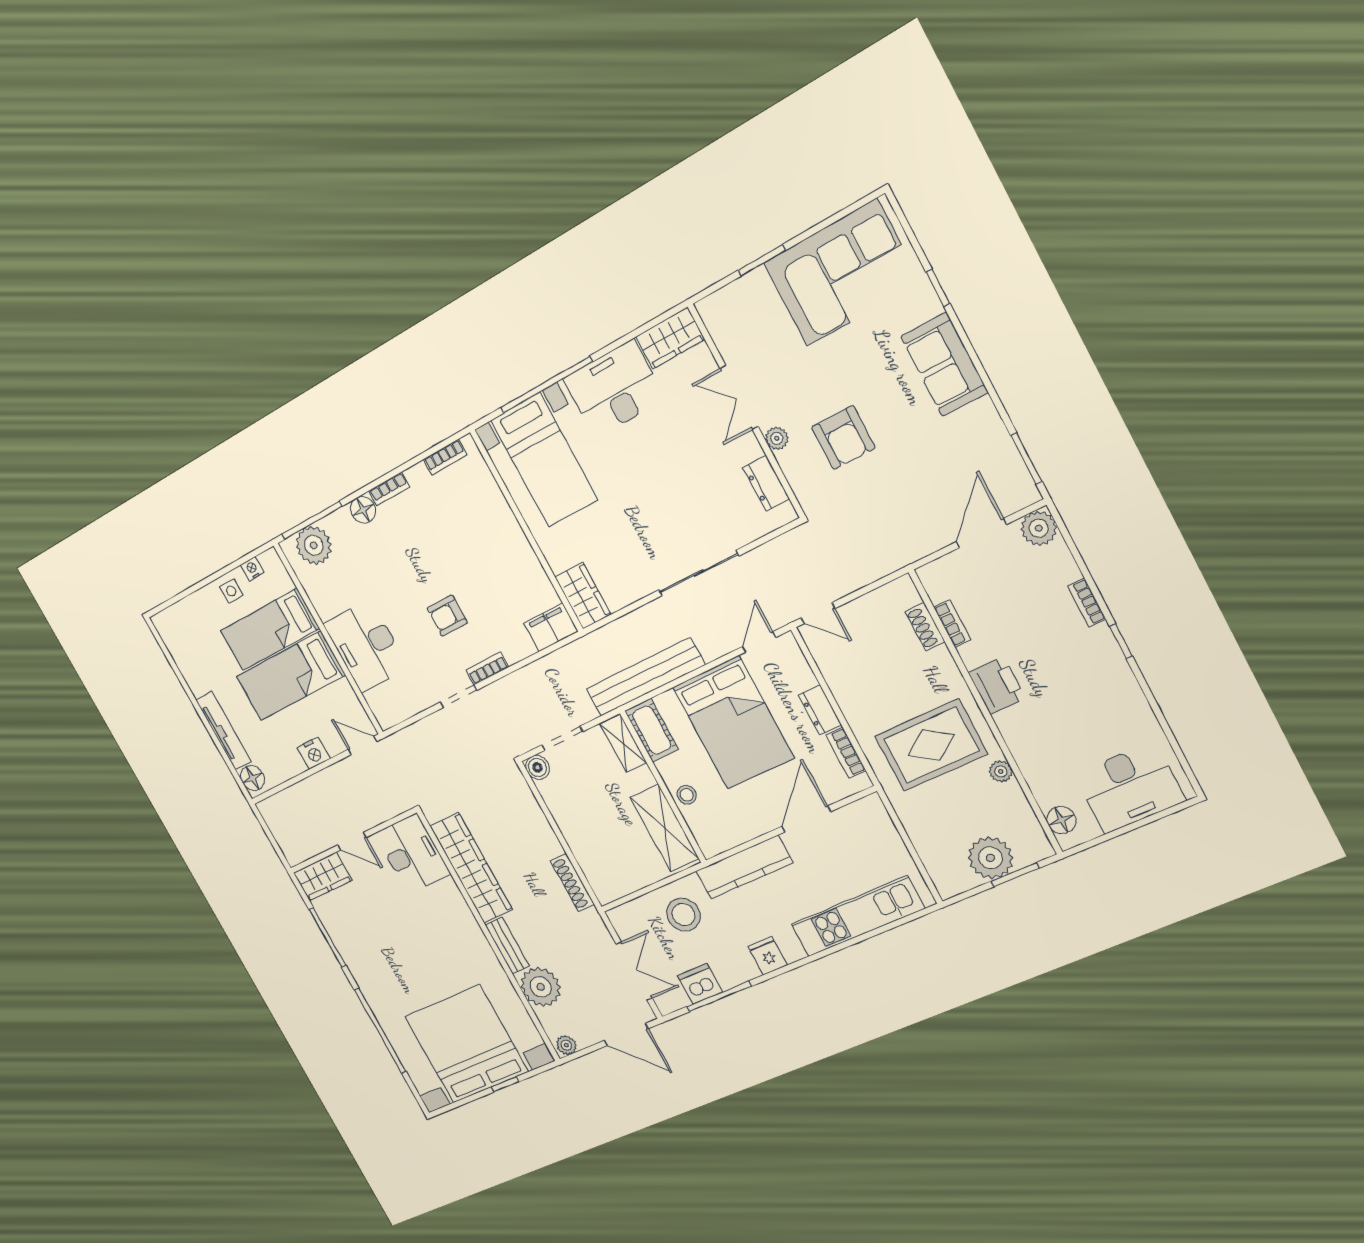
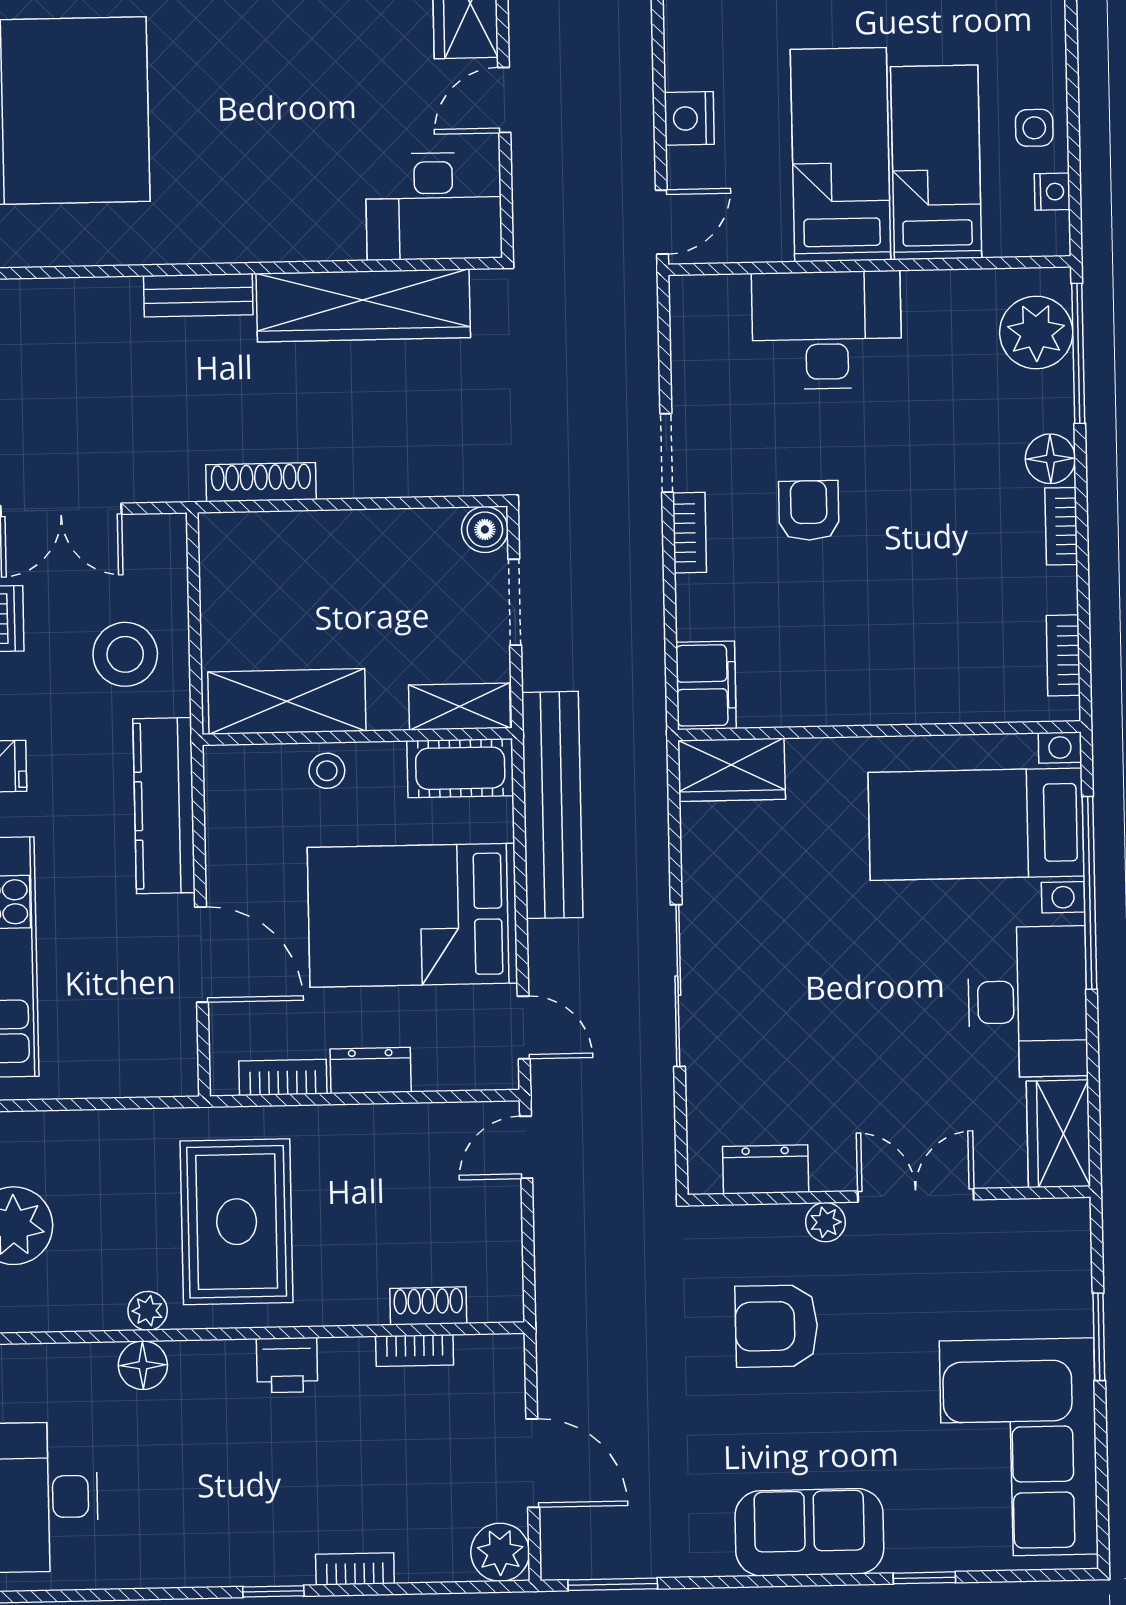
printer: (997, 685) -> (287, 1365), width x0.73, depth x0.81
floor lamp: (1061, 820) -> (143, 1365), moved
plant: (541, 987) -> (100, 317), removed

